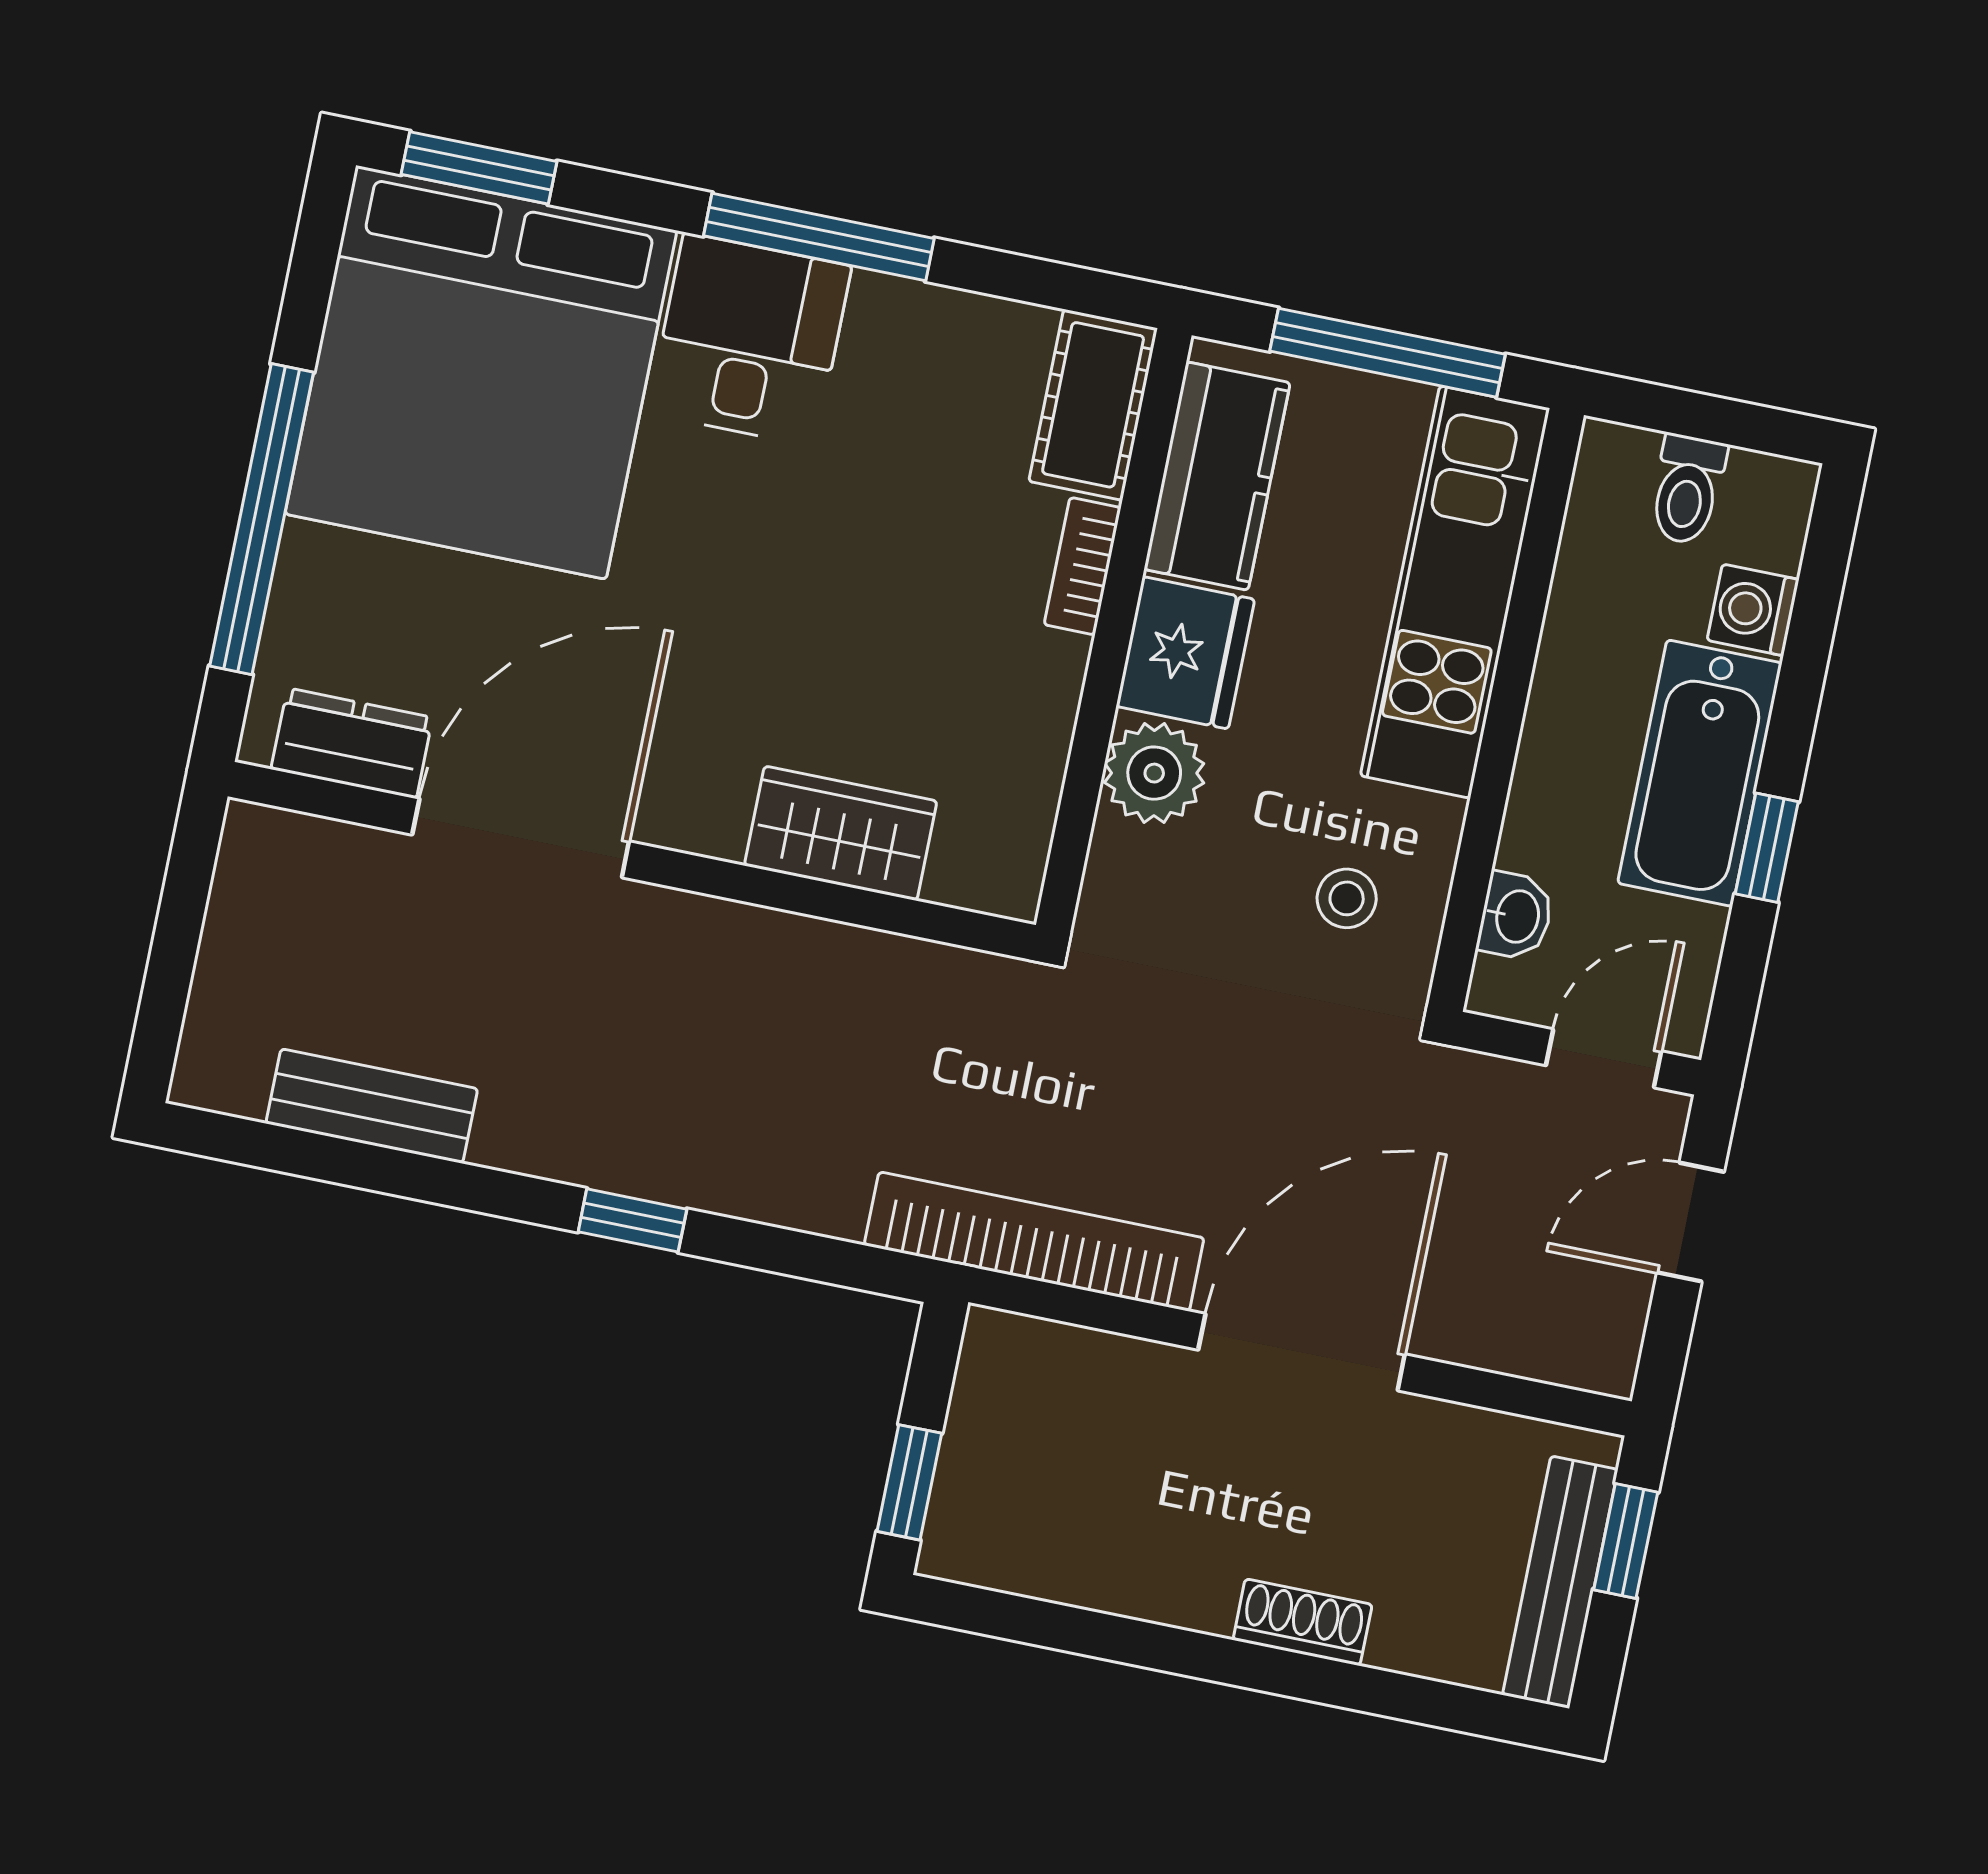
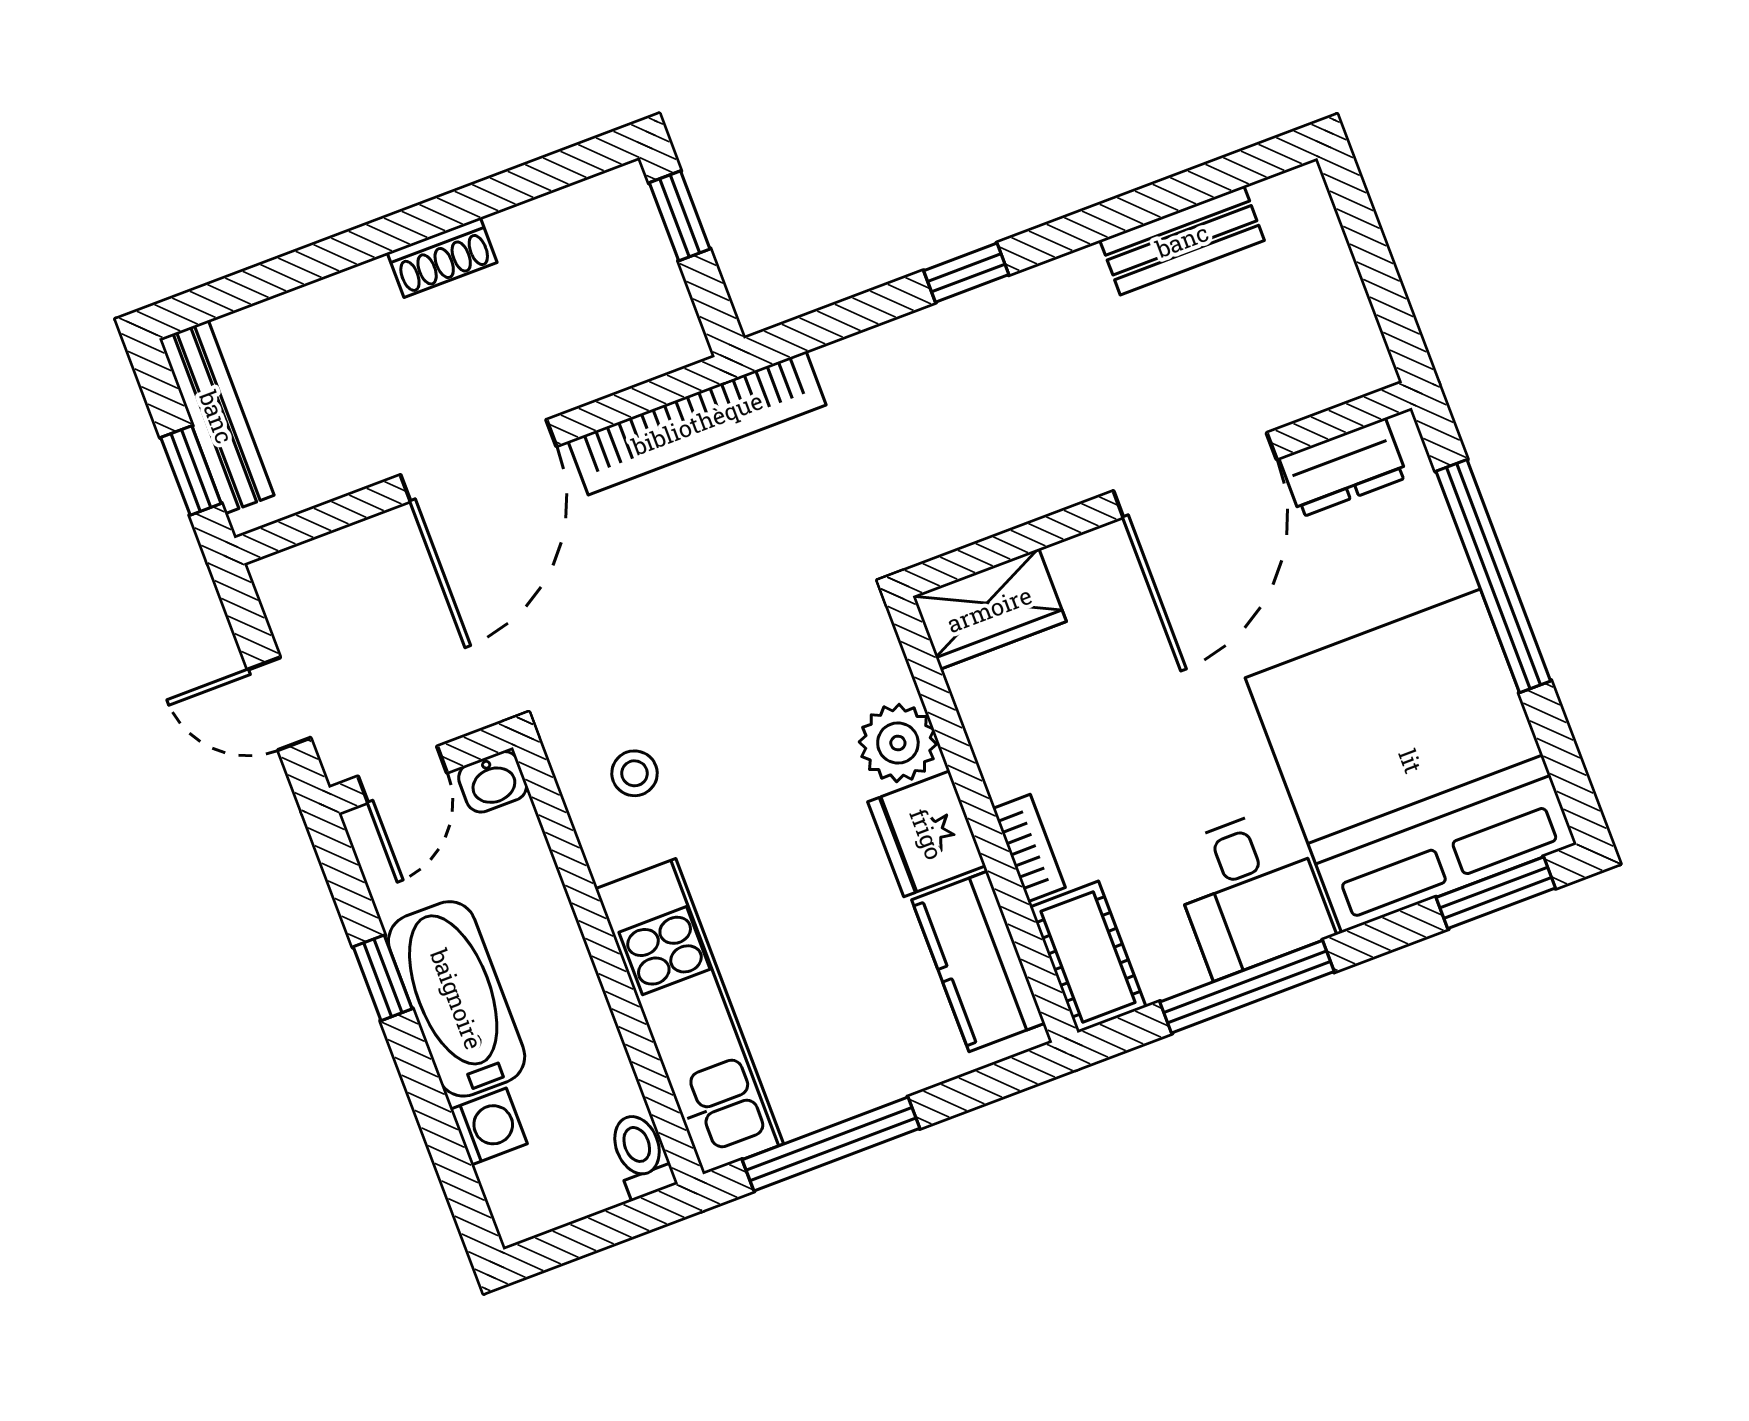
cot: (1093, 405) -> (1088, 957), moved
kitchen counter: (1217, 476) -> (978, 961), moved
toilet: (1687, 489) -> (641, 1155), moved
bookcase: (1082, 566) -> (1029, 848), moved
wall: (1114, 630) -> (982, 819), moved
fridge: (1185, 653) -> (927, 834), moved
plant: (1154, 773) -> (898, 743), moved
washbasin: (1516, 916) -> (493, 782), moved, turned -90
door: (1691, 1222) -> (279, 704), swing flipped
shoe rack: (1303, 1622) -> (442, 258), moved

